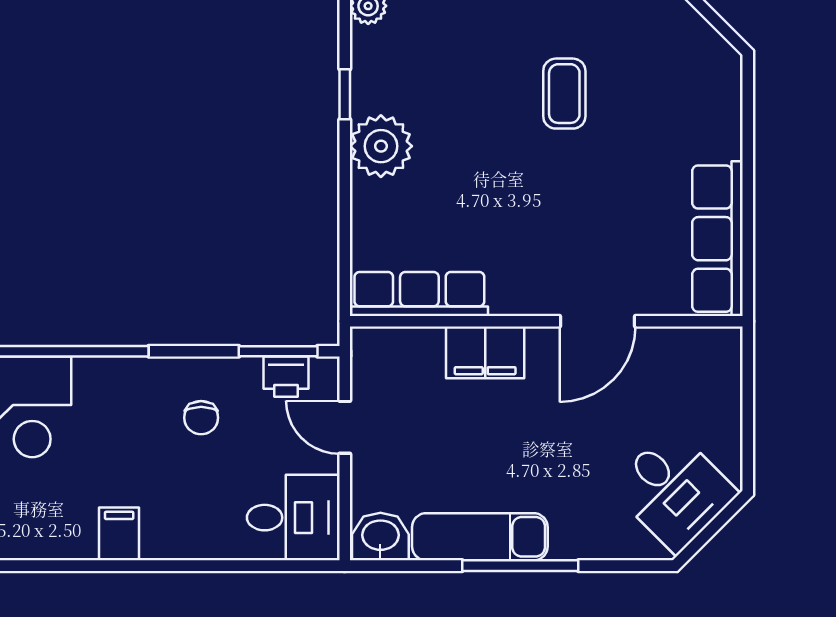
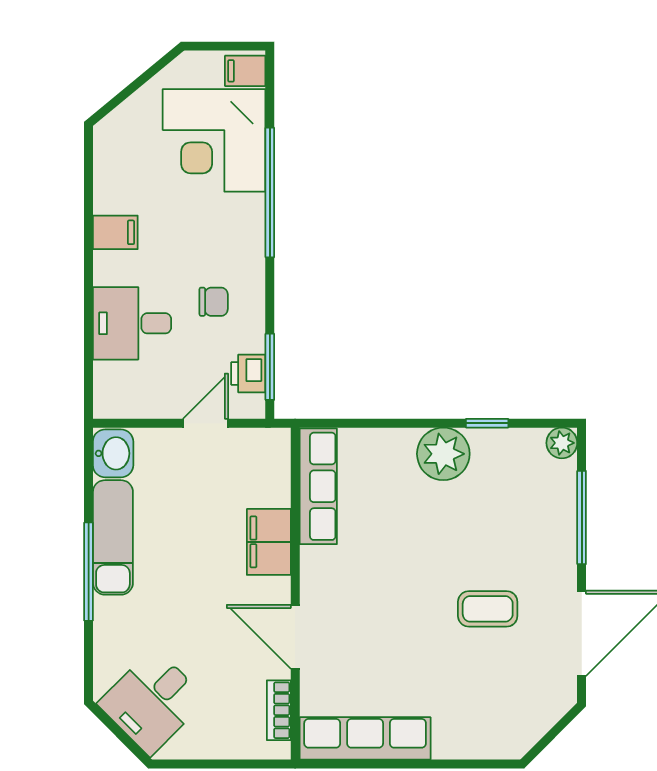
bookcase: (684, 341) -> (279, 710), added
chair: (201, 418) -> (214, 302), turned 180
desk: (293, 518) -> (132, 323), moved, turned 90

